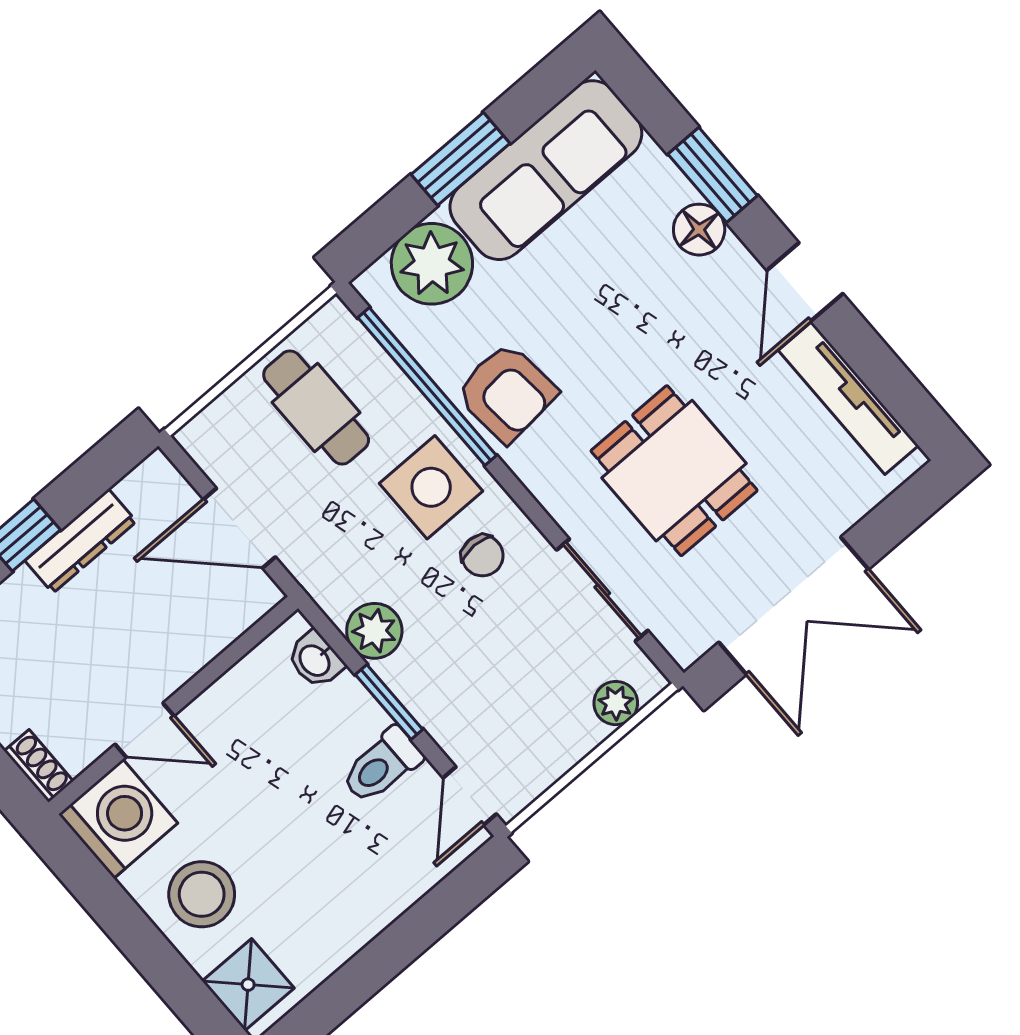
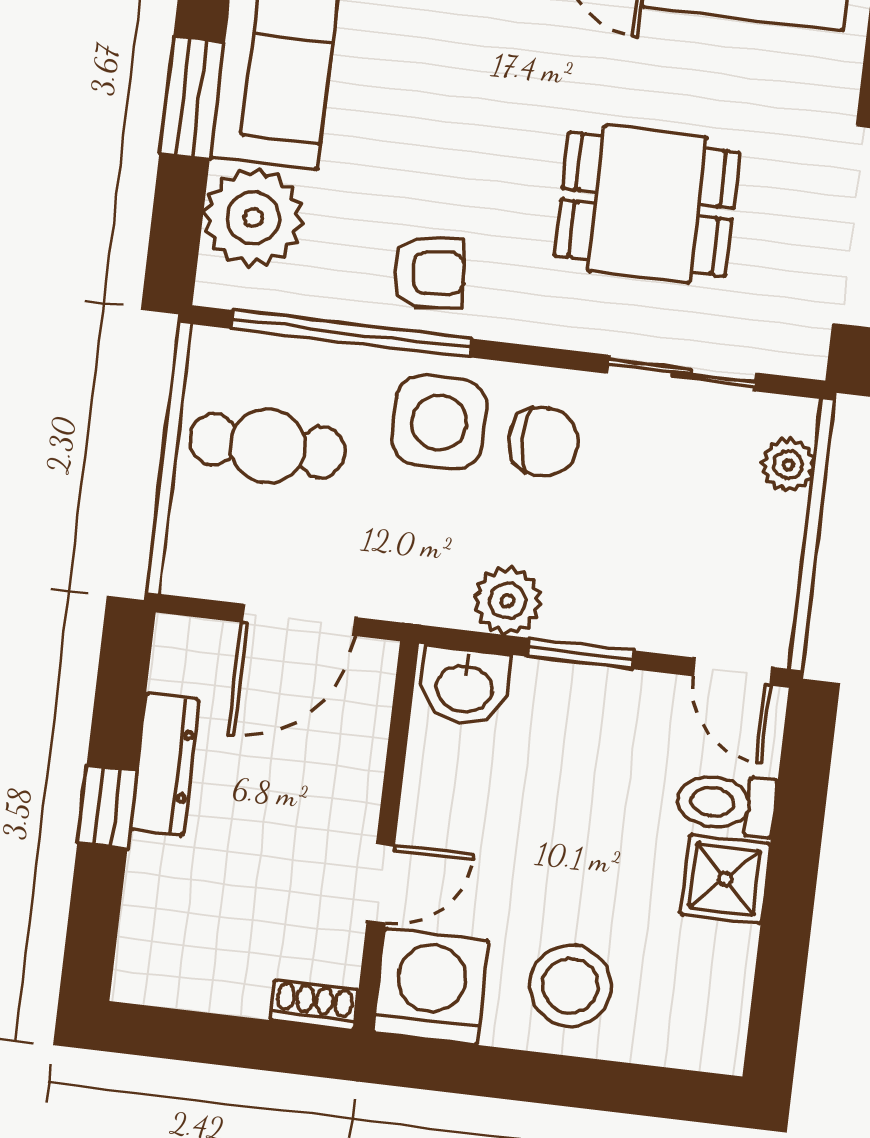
armchair: (507, 393) -> (429, 273), width x0.72, depth x0.72
chair: (482, 556) -> (543, 442), width x1.37, depth x1.37
washbasin: (315, 660) -> (465, 686), width x1.38, depth x1.45
toilet: (382, 766) -> (726, 803), moved, turned 90
shower: (248, 985) -> (725, 879), moved

